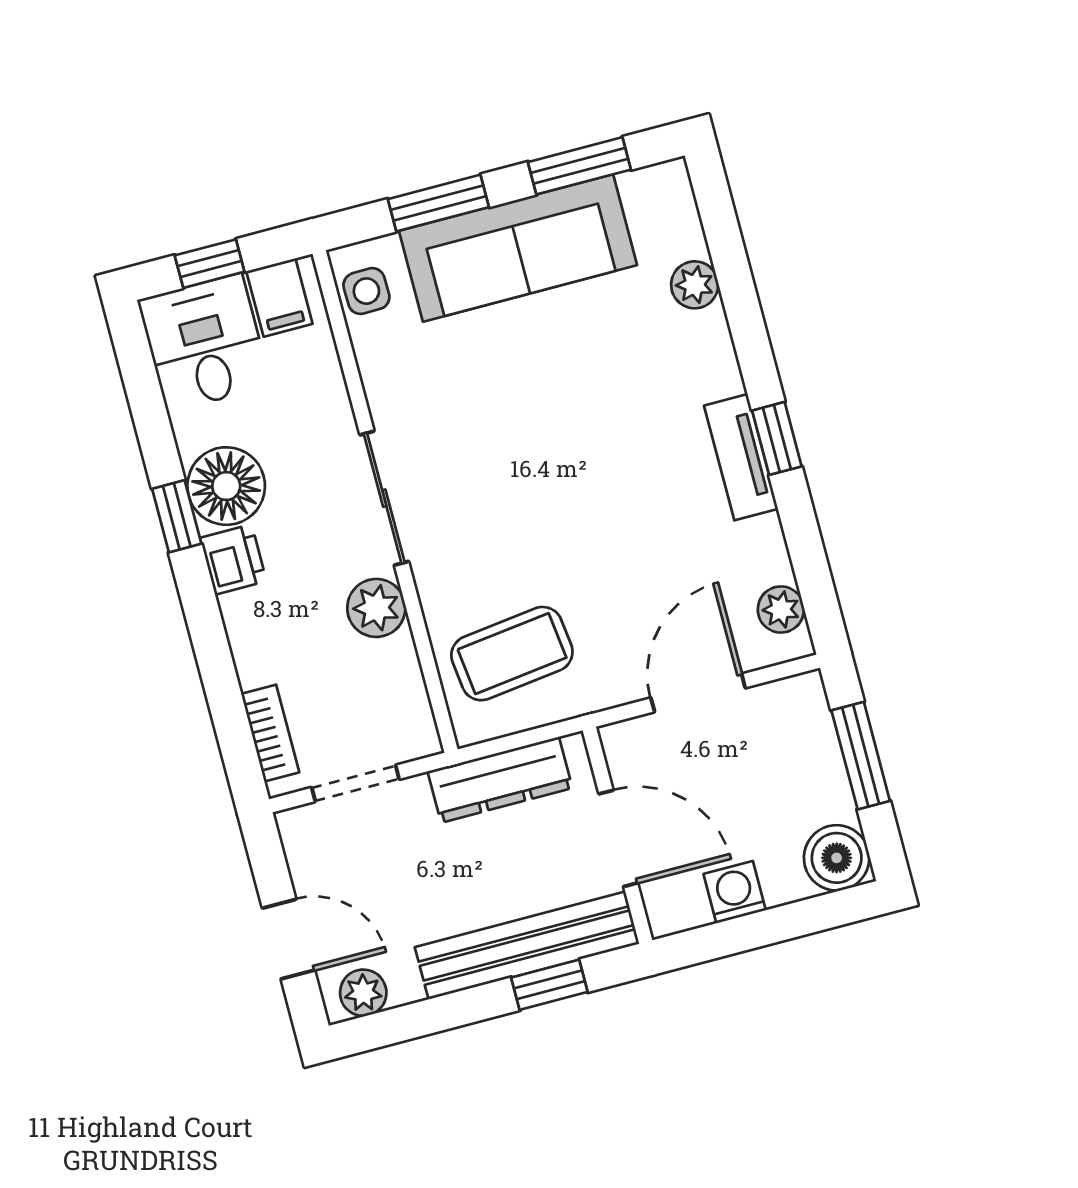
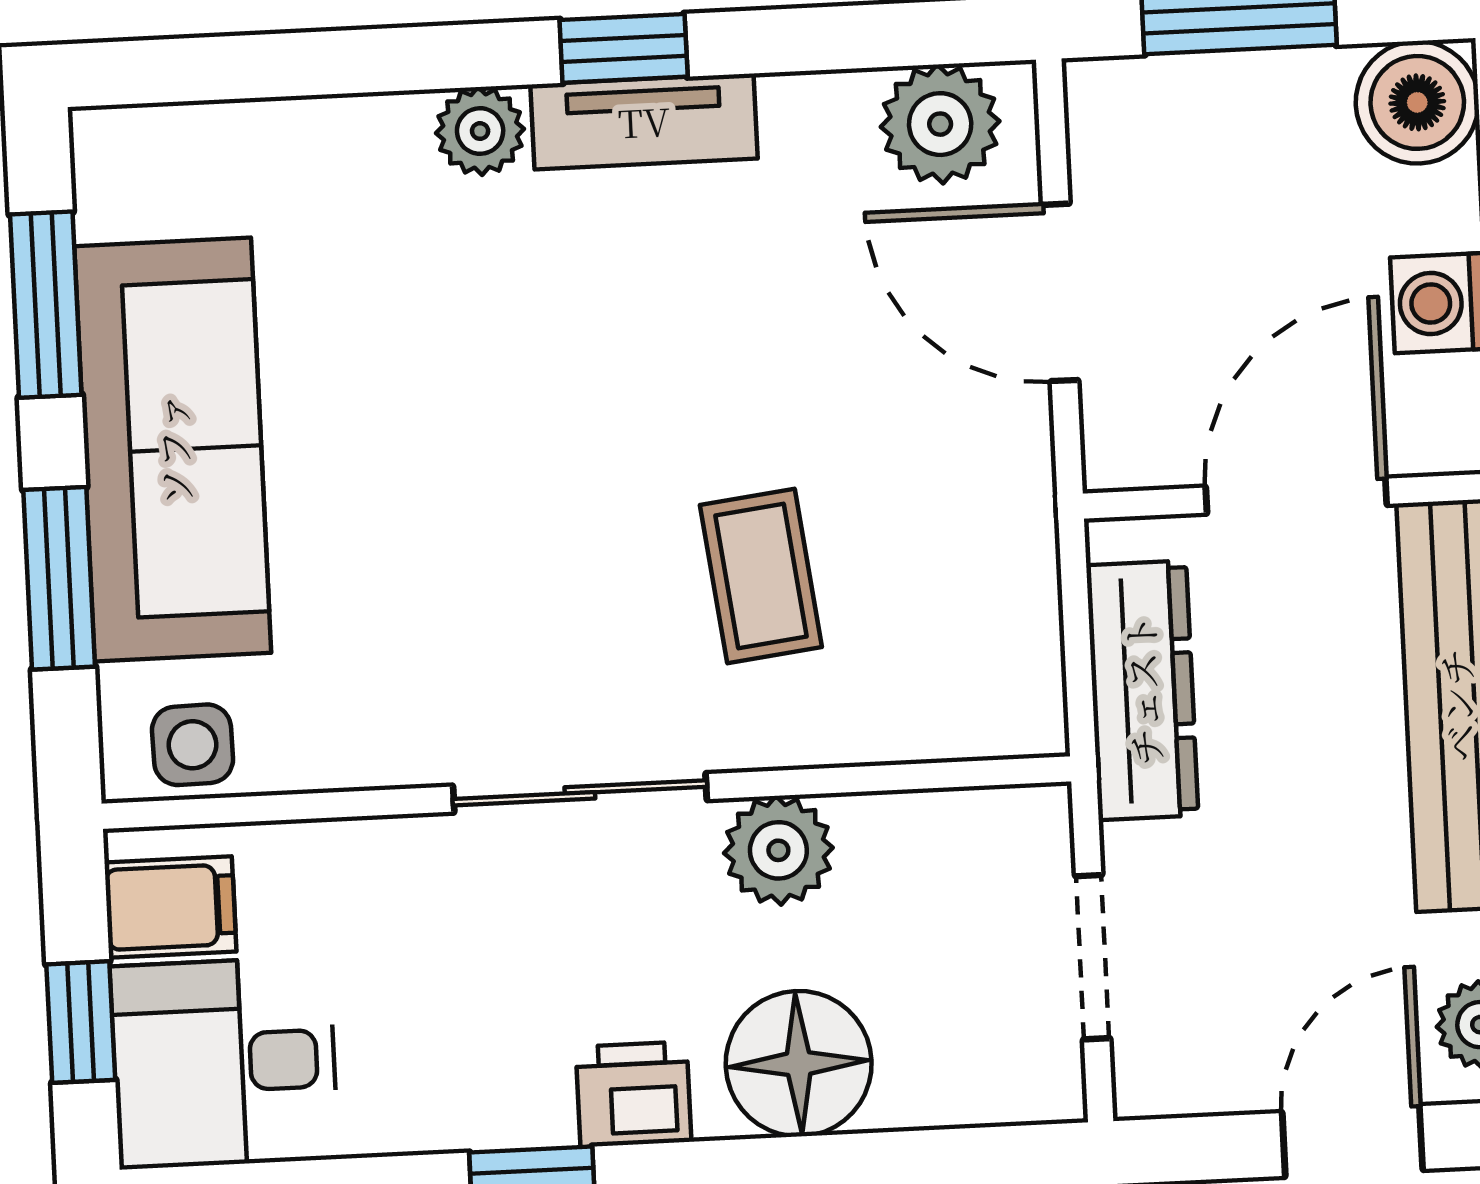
plant: (695, 285) -> (480, 131), moved
floor lamp: (226, 486) -> (799, 1064), moved
plant: (781, 610) -> (940, 124), width x1.38, depth x1.38
coffee table: (512, 654) -> (761, 576), moved, width x0.73, depth x0.77
bookcase: (270, 733) -> (967, 1094), removed

